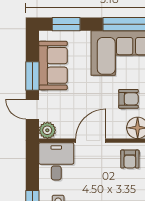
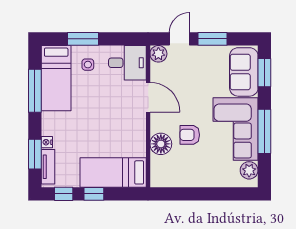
sofa: (53, 65) -> (244, 72), moved, turned 90
armchair: (128, 99) -> (190, 135), turned 90
armchair: (130, 159) -> (130, 136), removed

